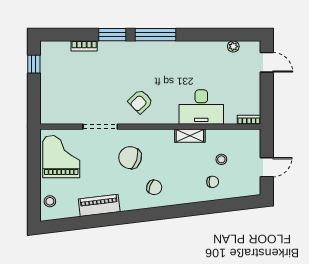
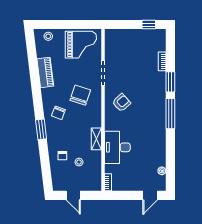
armchair: (140, 102) -> (121, 103), turned 92
window: (177, 211) -> (41, 129), added

